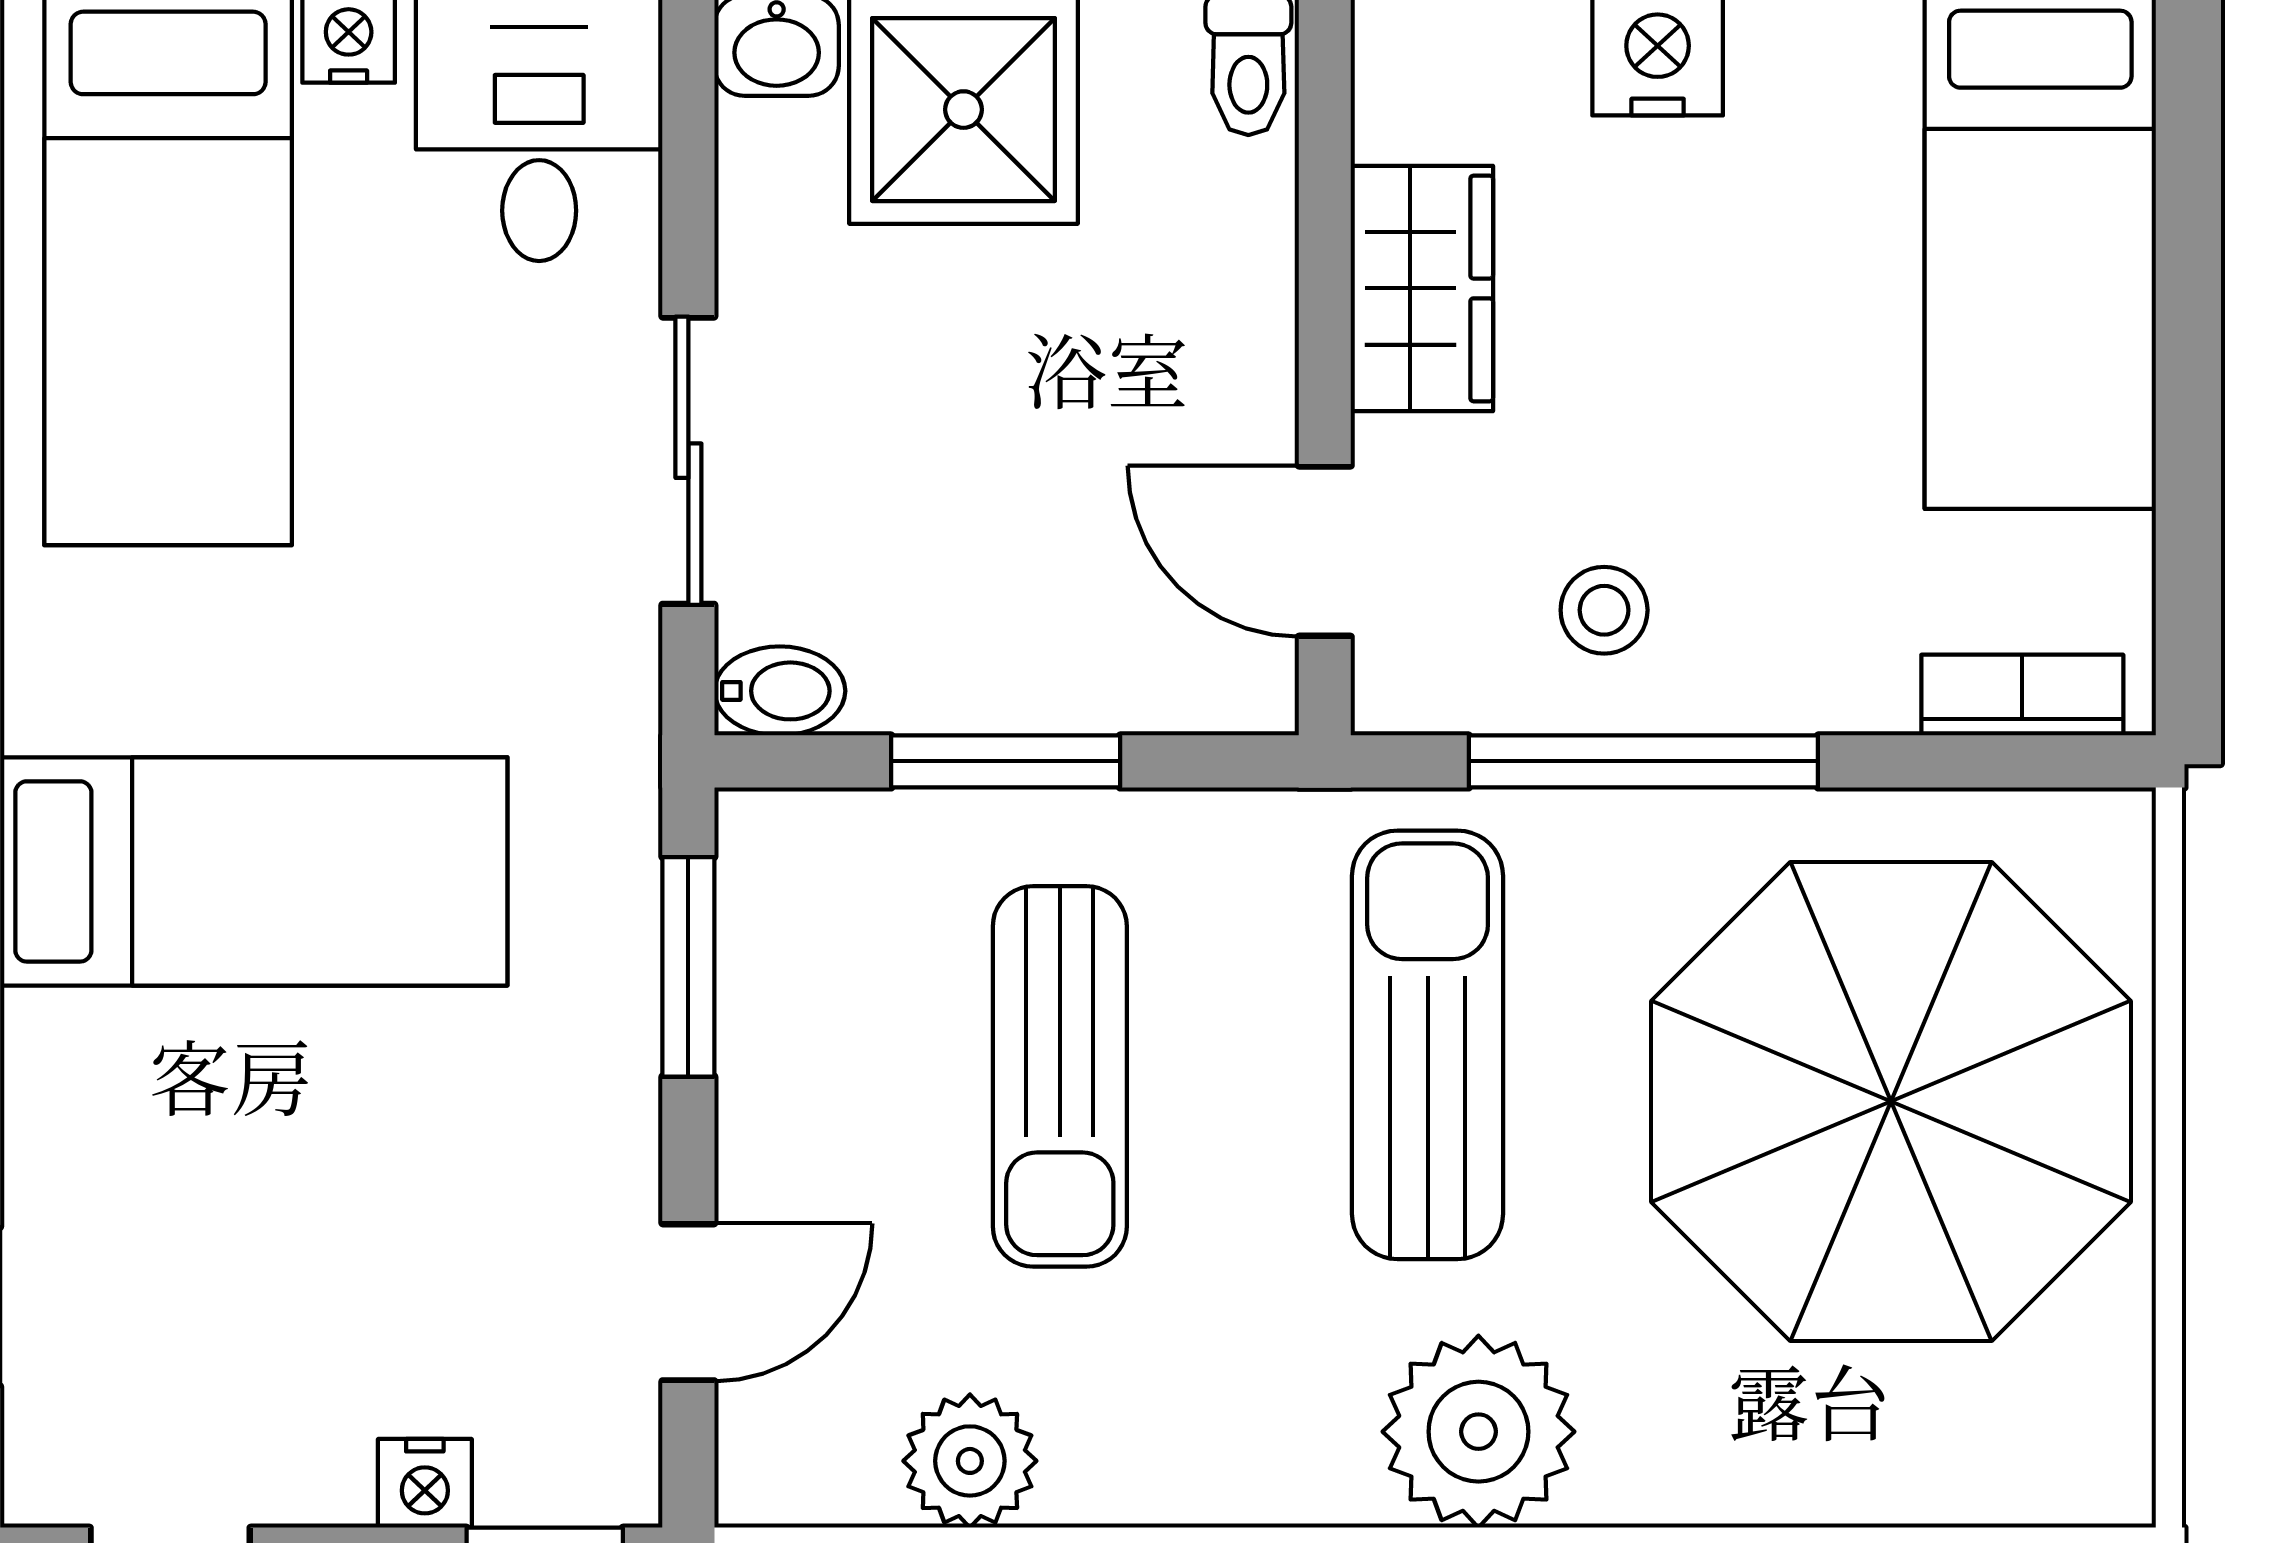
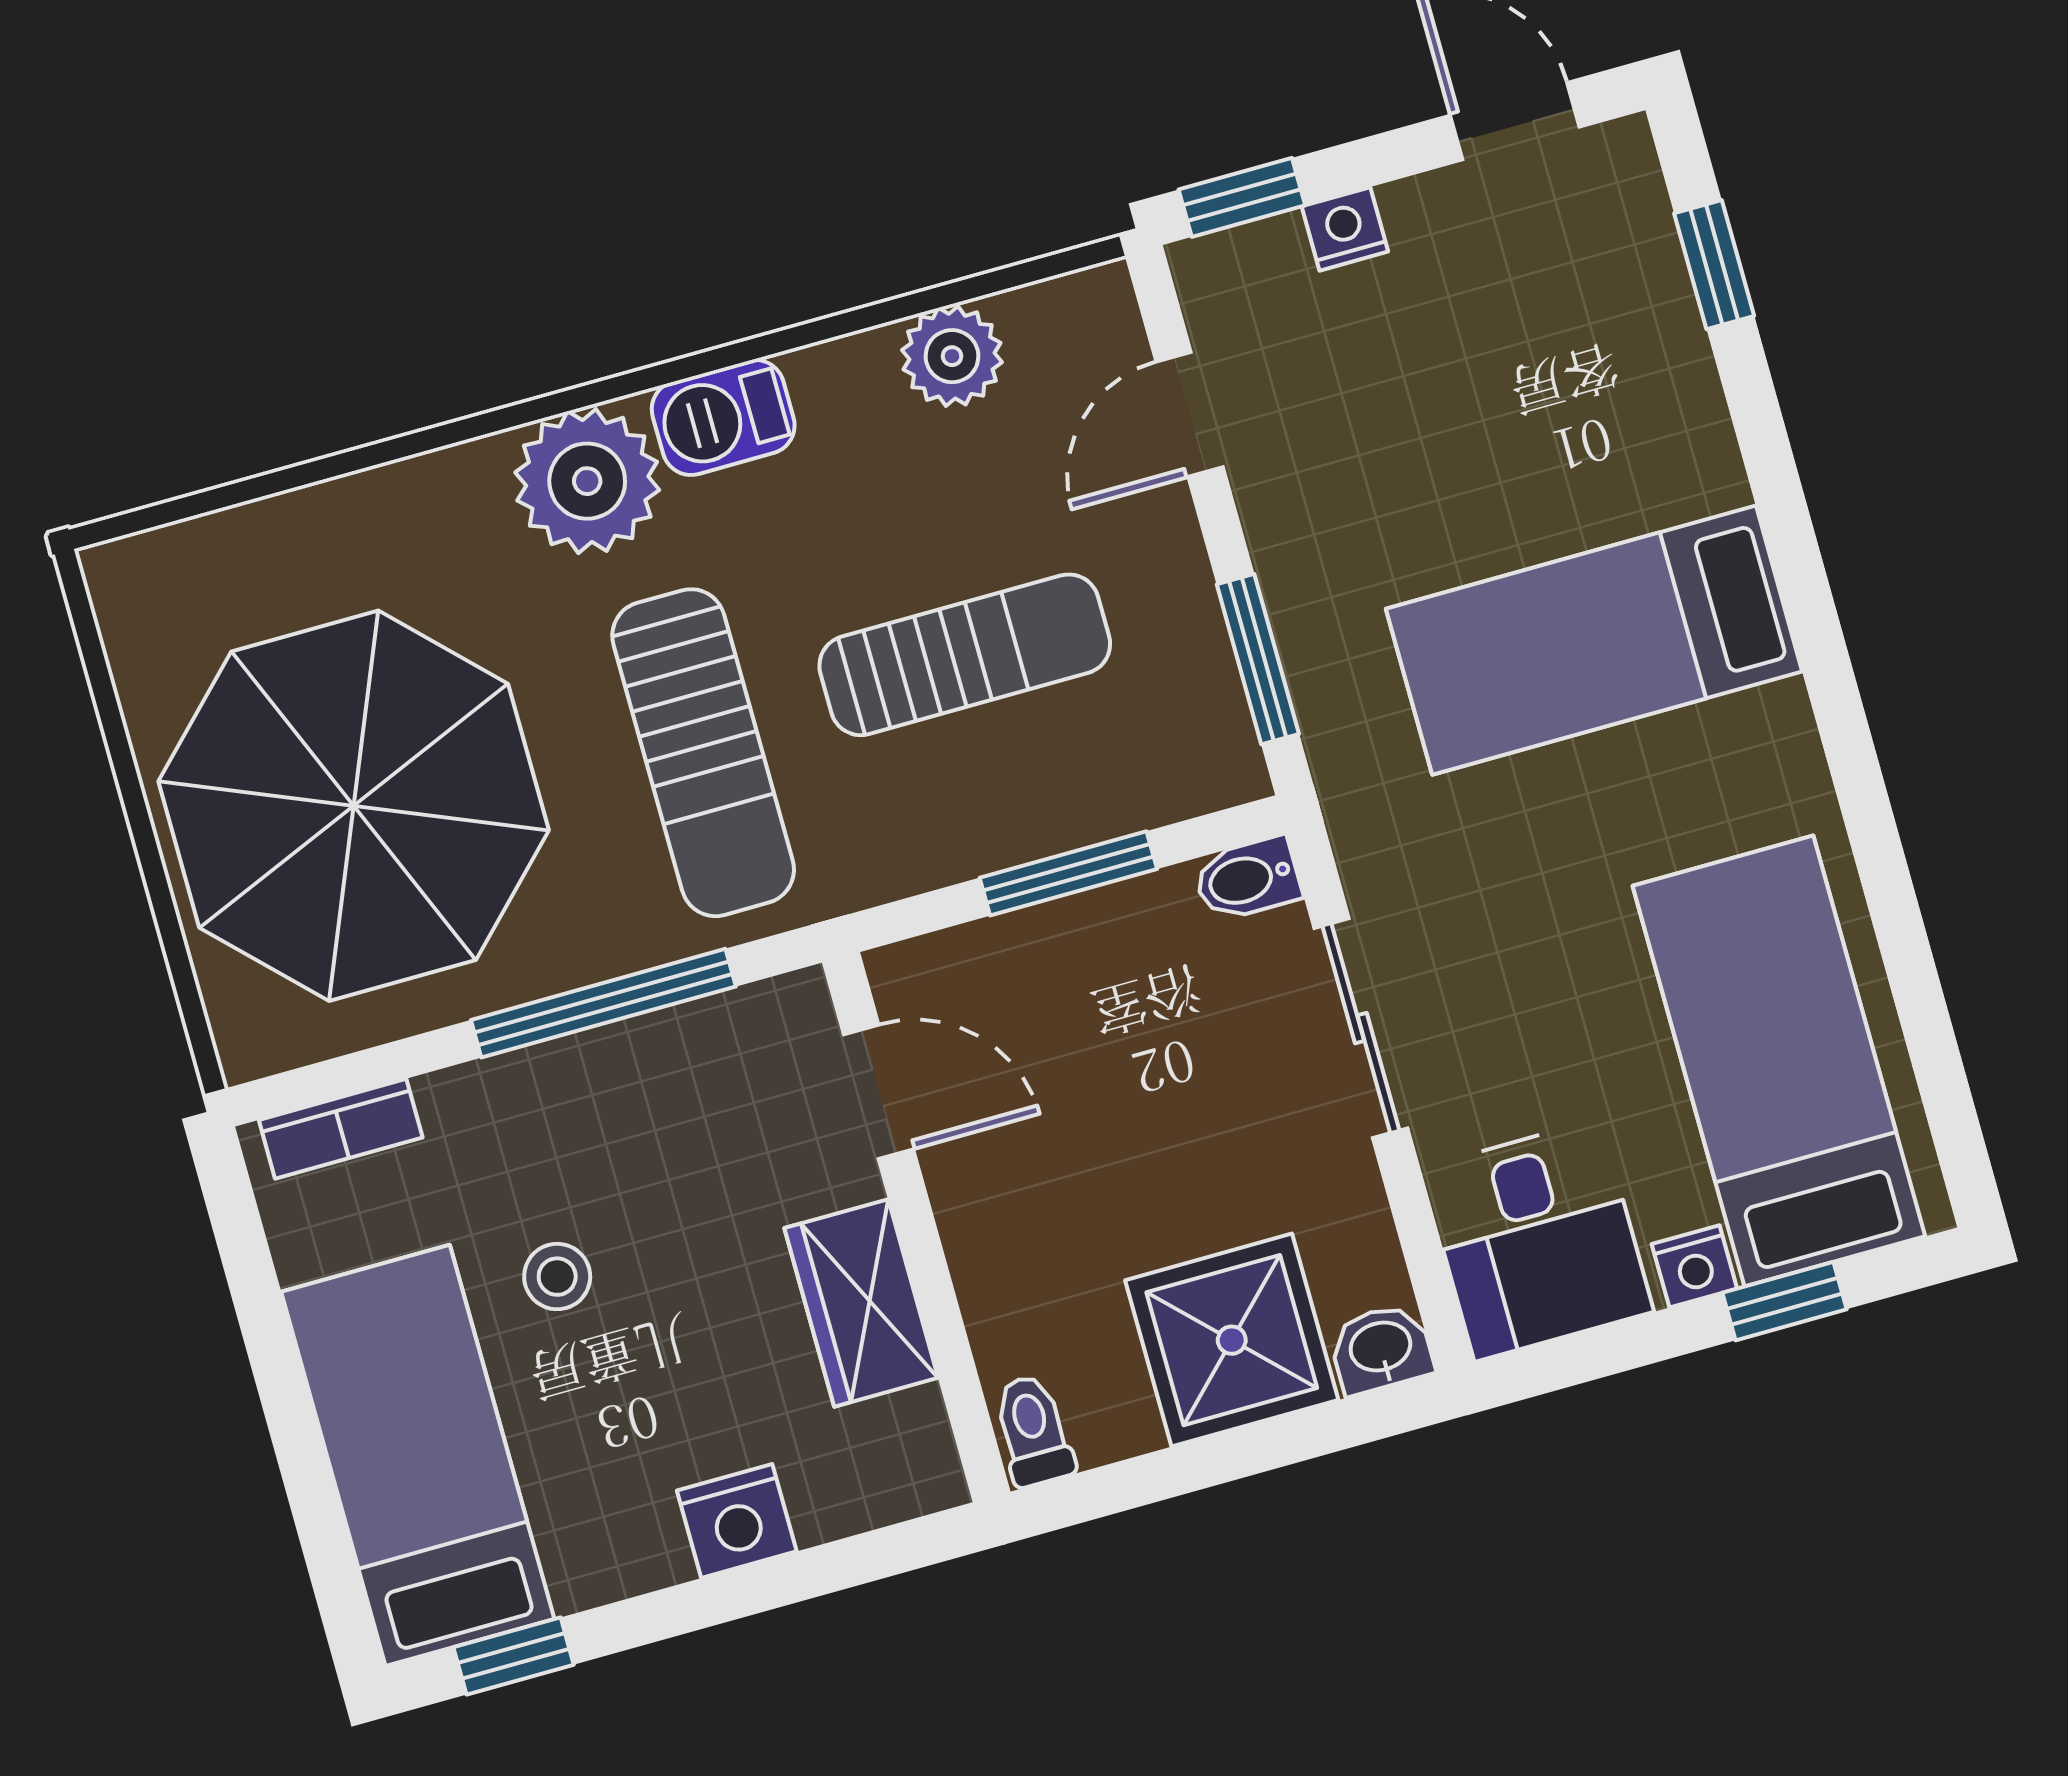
stool: (1604, 610) -> (557, 1277), moved
sun lounger: (1060, 1076) -> (965, 655), turned 90
barbecue: (1283, 1464) -> (723, 417), added

